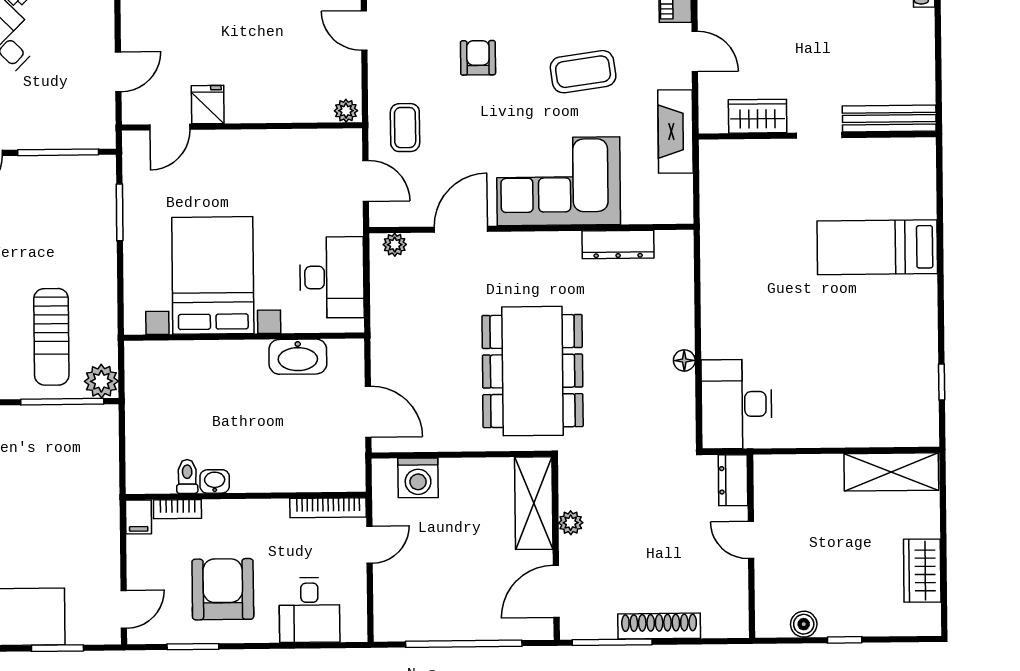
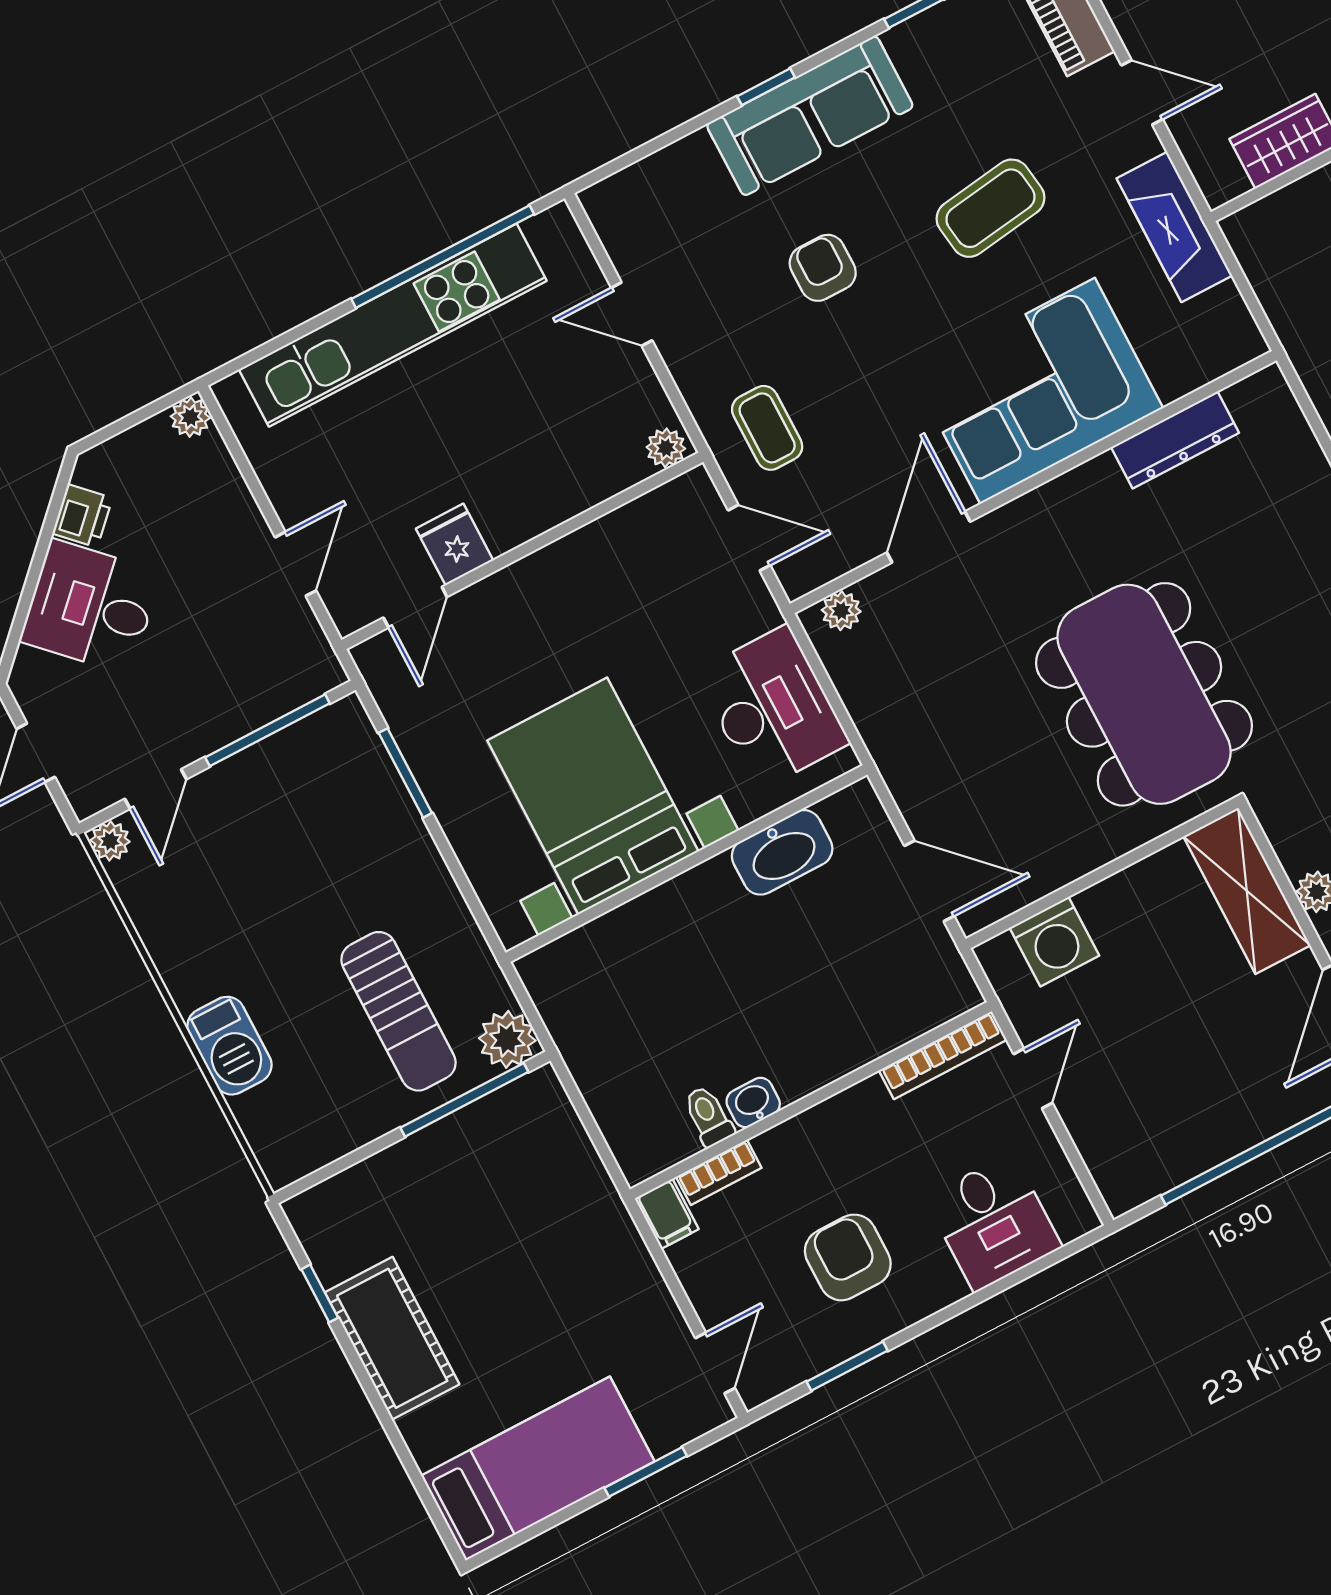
armchair: (223, 589) -> (848, 1257), width x0.73, depth x0.73

